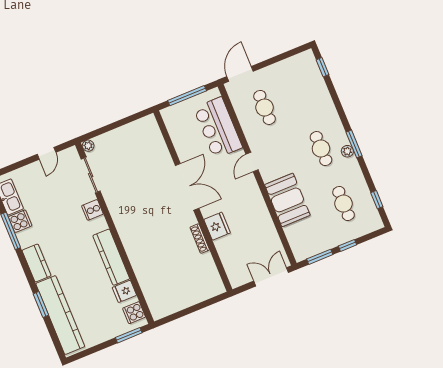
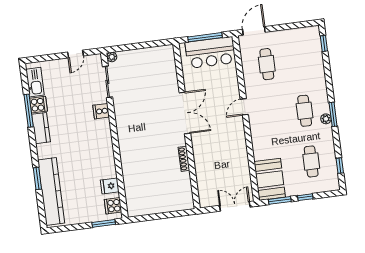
bar counter: (218, 128) -> (210, 53), moved, turned -90
booth: (287, 200) -> (270, 179), moved
fridge: (217, 226) -> (201, 152), removed
kitchen counter: (111, 257) -> (106, 155), removed
kitchen counter: (37, 263) -> (41, 128), moved

